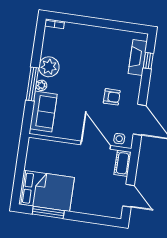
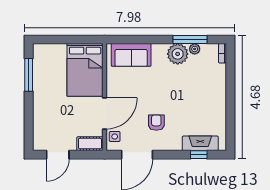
window: (32, 84) -> (190, 40), moved
plant: (41, 85) -> (195, 49), moved
armchair: (112, 97) -> (156, 123), turned 180
bed: (47, 191) -> (85, 70), moved

